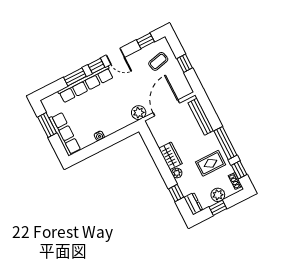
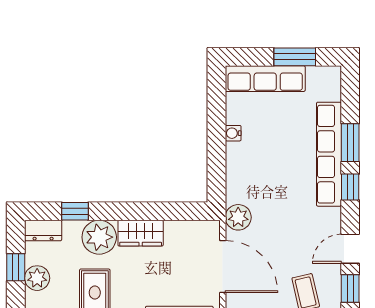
door: (115, 56) -> (350, 249), moved
plant: (177, 173) -> (99, 237), width x1.87, depth x1.87

